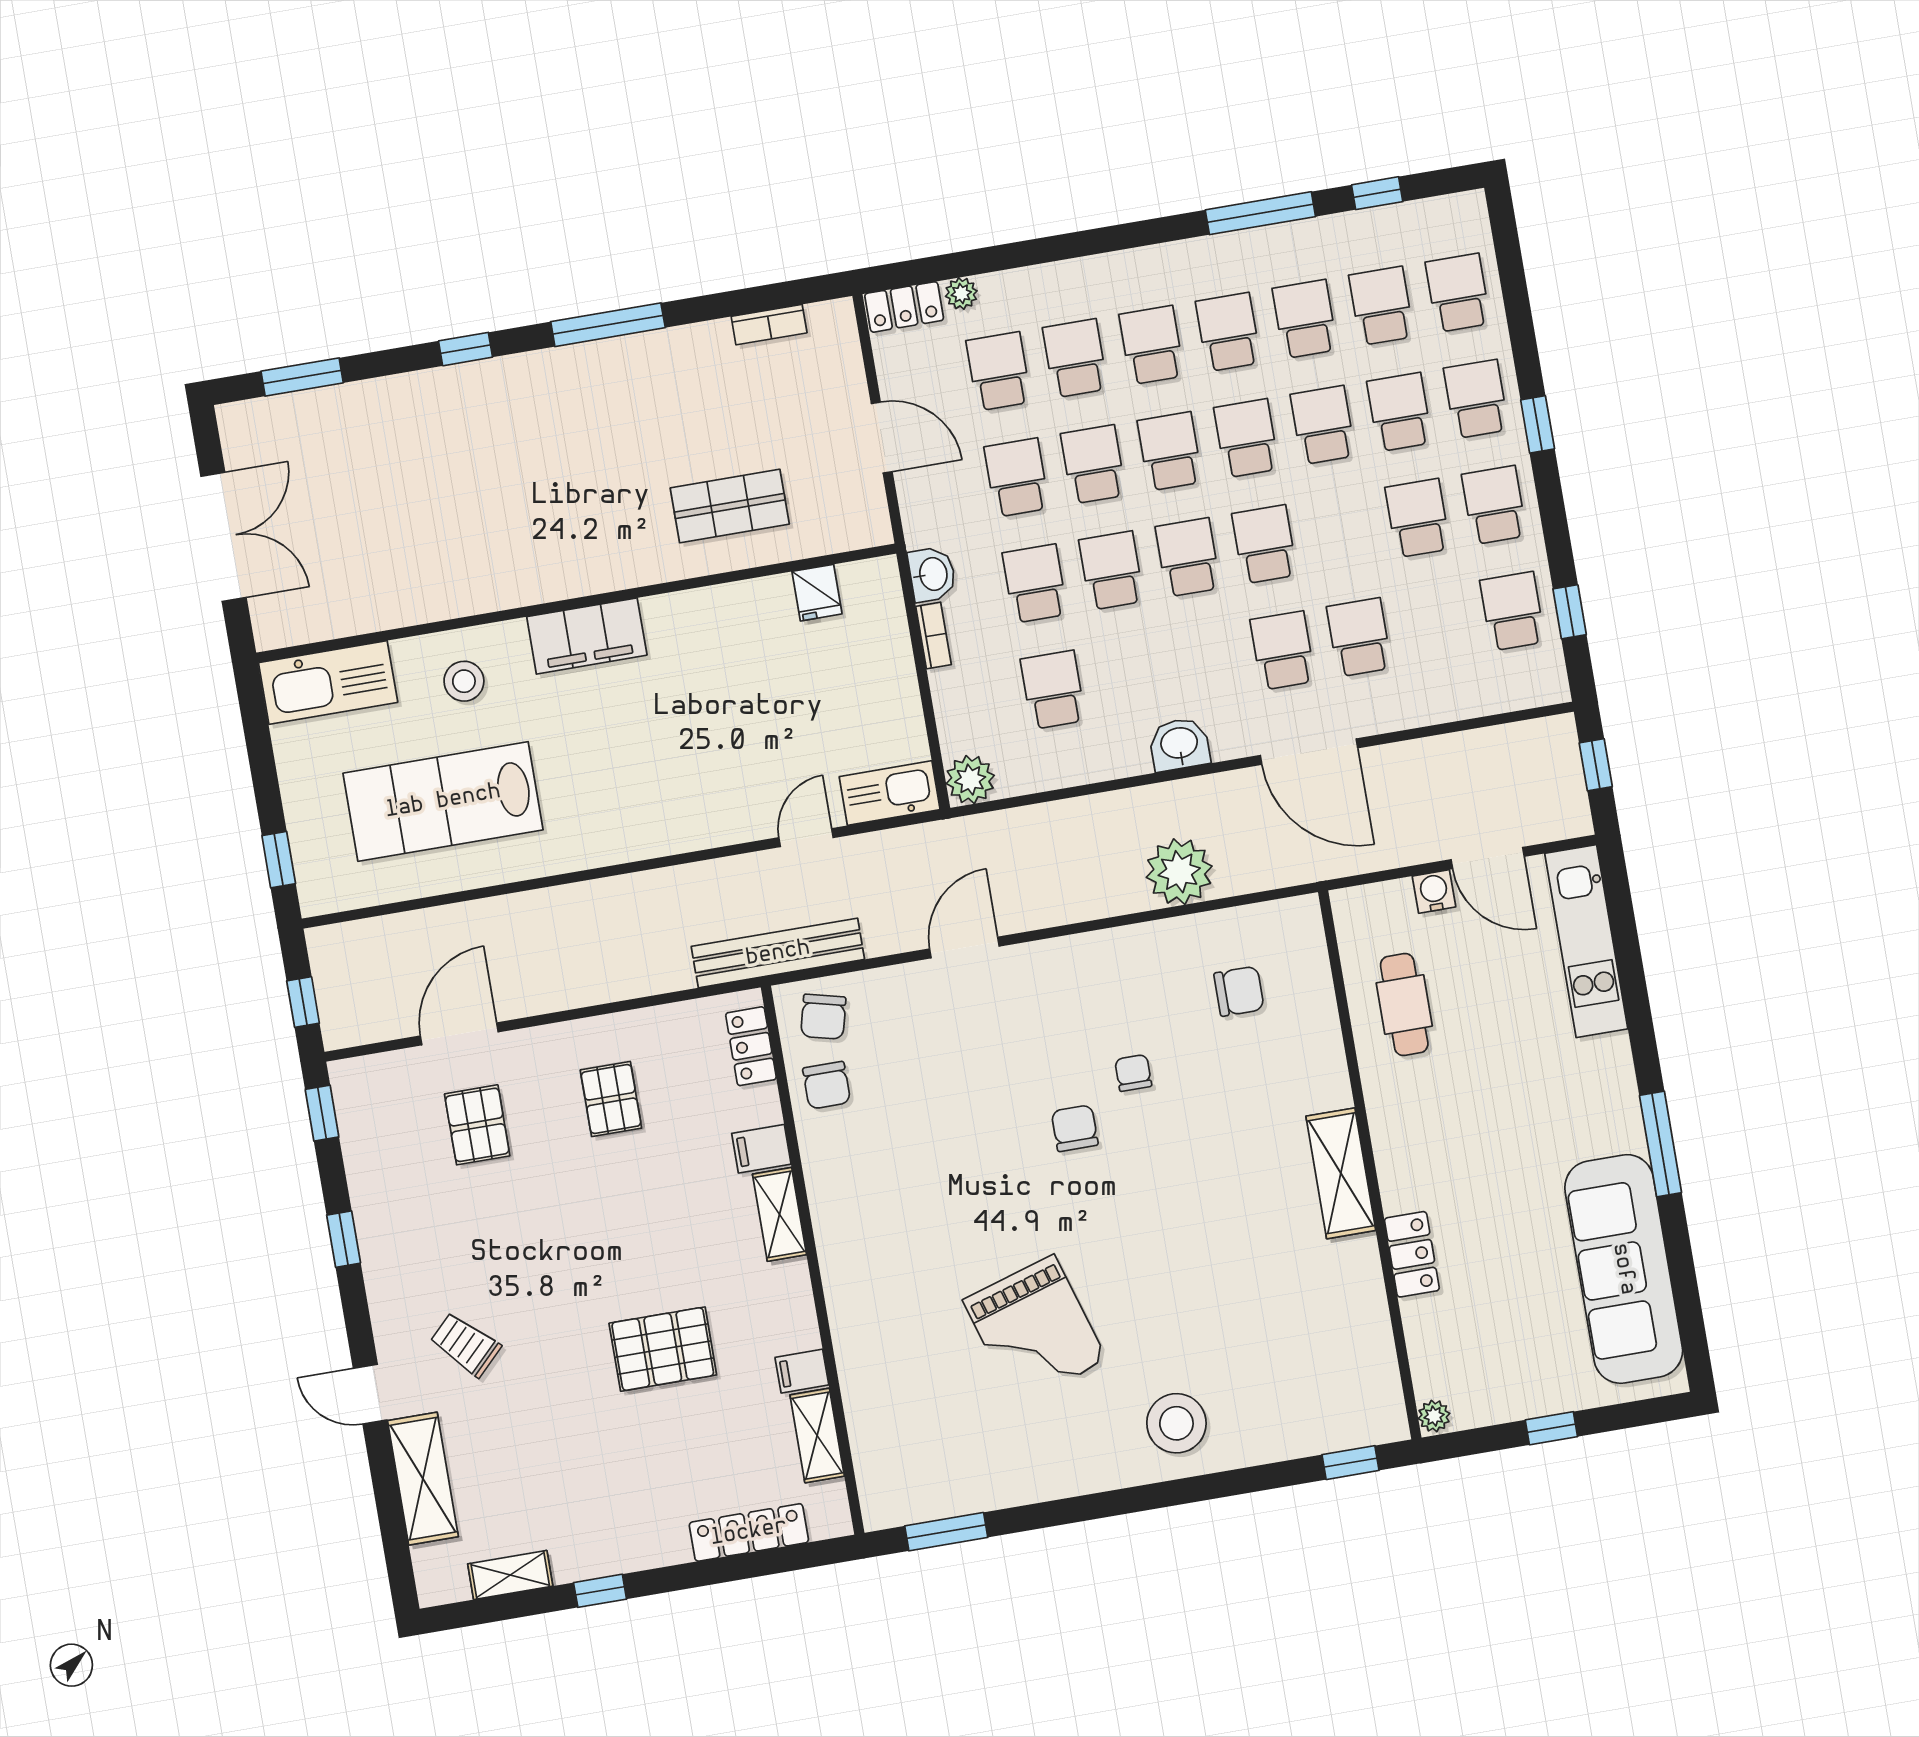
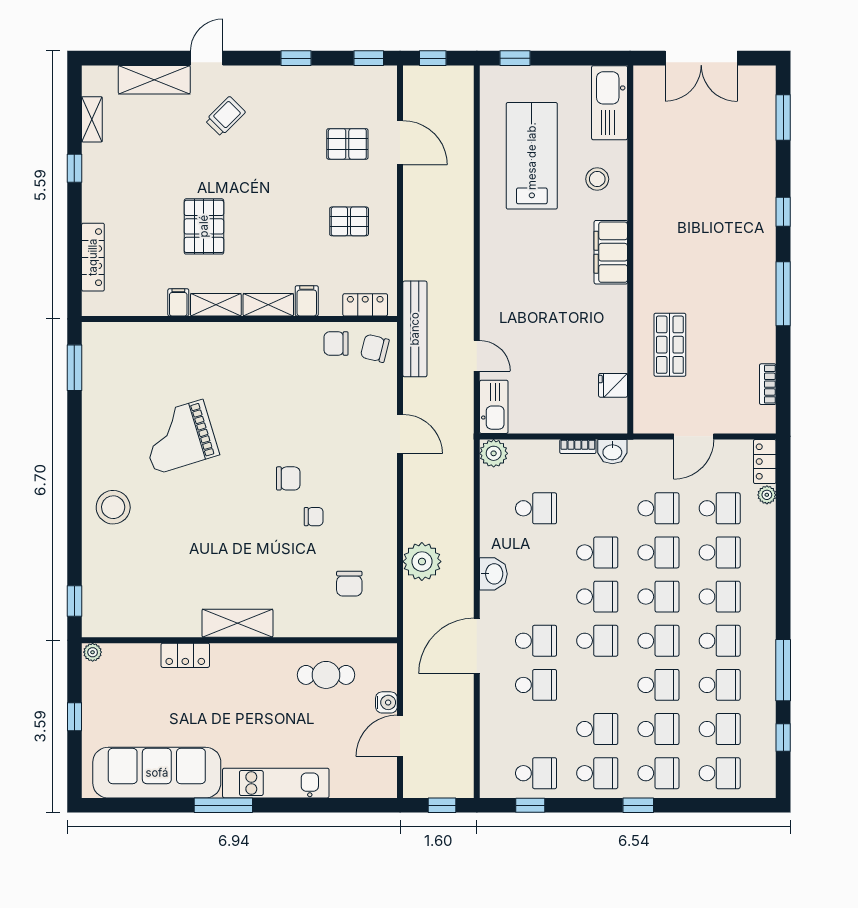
school desk: (1035, 584) -> (597, 508), removed
kitchen unit: (1586, 941) -> (276, 783), moved
shelving: (817, 1436) -> (216, 305), moved

